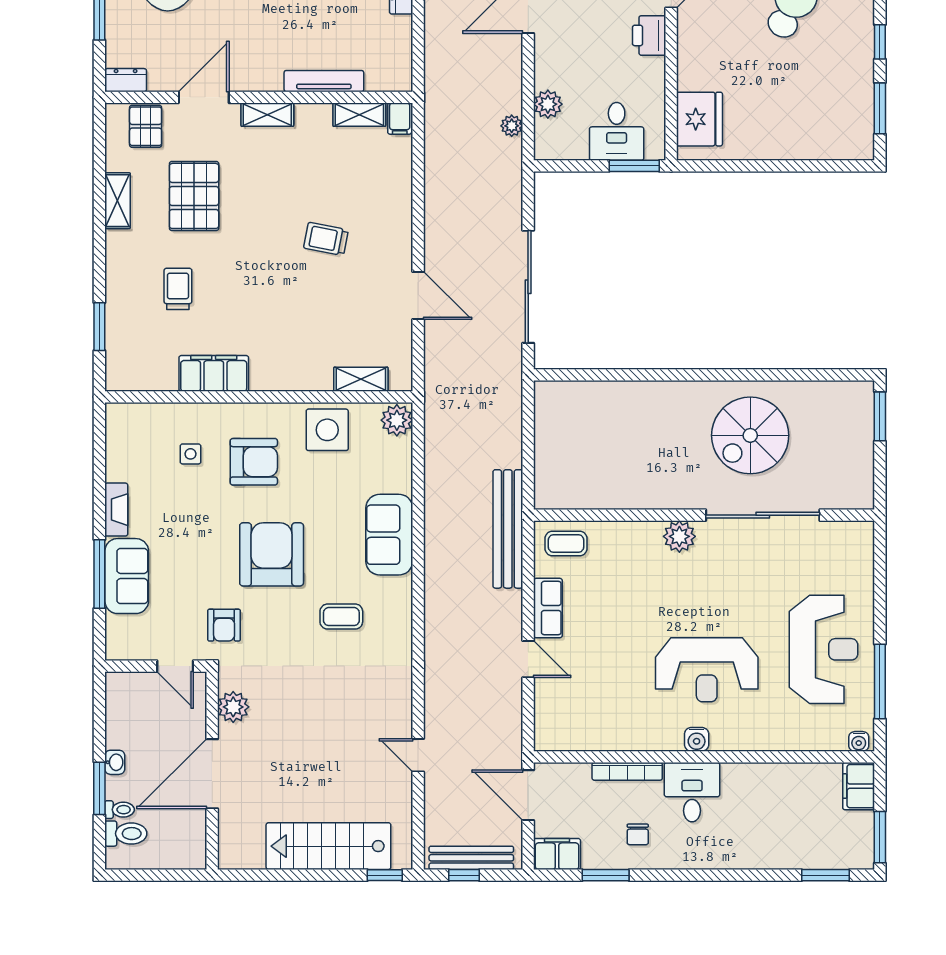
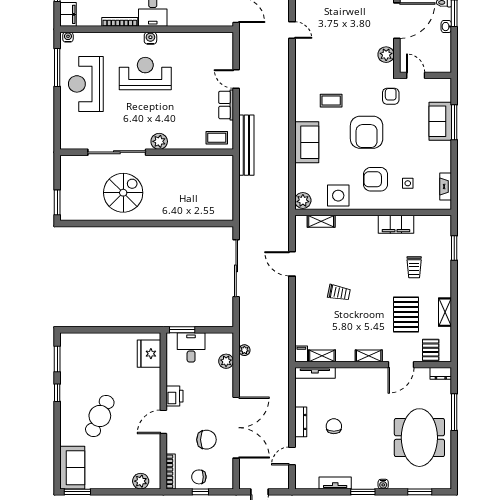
tv unit: (324, 81) -> (315, 373), moved
fireplace: (116, 510) -> (446, 187), moved
bookcase: (627, 771) -> (120, 22), moved

